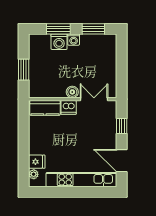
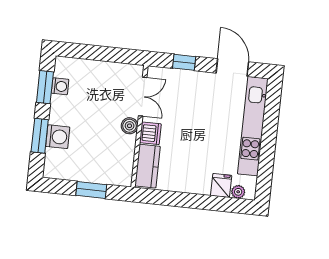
washing machine: (74, 40) -> (60, 86), moved
double door: (94, 99) -> (143, 97), swing flipped
door: (122, 161) -> (232, 67), swing flipped

